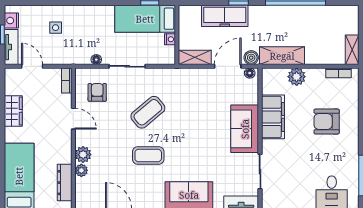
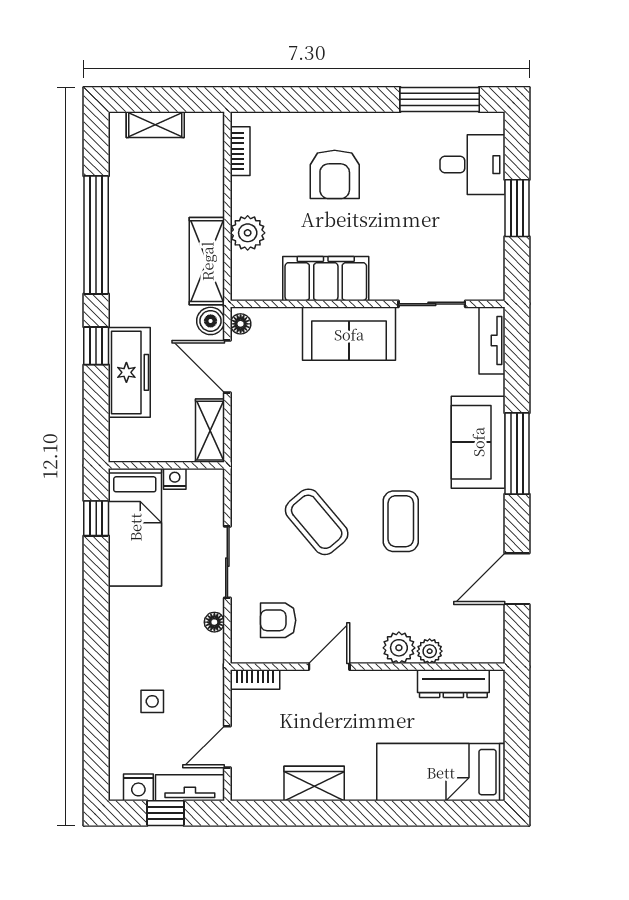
shelving: (352, 50) -> (155, 125), moved

